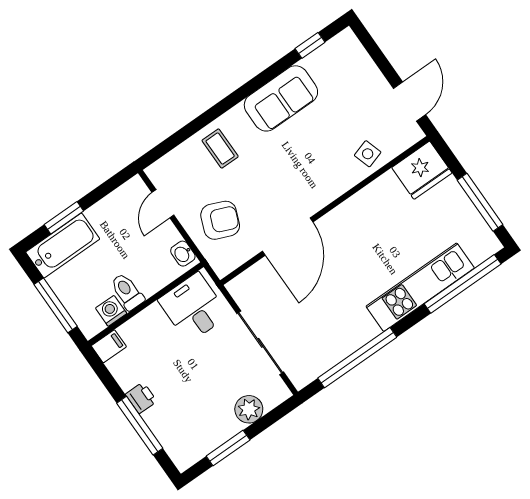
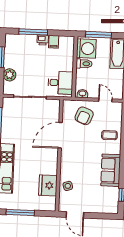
fridge: (422, 170) -> (48, 185), moved
door: (288, 237) -> (60, 135), hinge flipped
washing machine: (111, 311) -> (86, 49), width x1.89, depth x1.89
filing cabinet: (109, 346) -> (54, 42), moved

